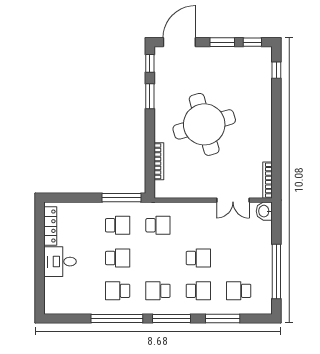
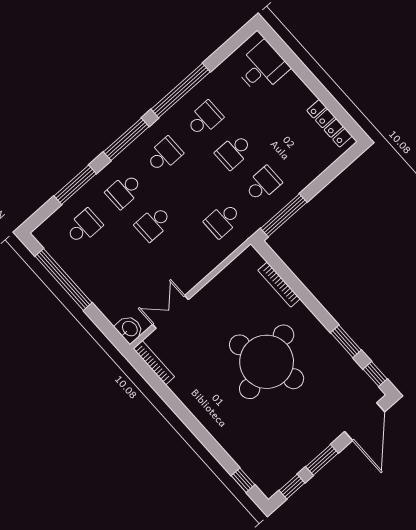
school desk: (118, 225) -> (263, 184), turned 180
desk: (60, 262) -> (262, 67), moved

